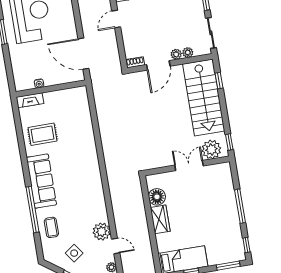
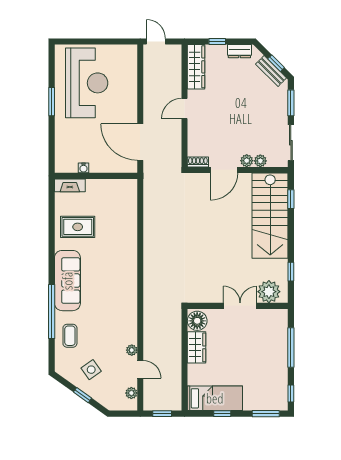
plant: (211, 149) -> (269, 292), moved
wall: (187, 166) -> (238, 306), moved
double door: (189, 166) -> (240, 306), moved
plant: (102, 232) -> (132, 350), width x0.53, depth x0.53

